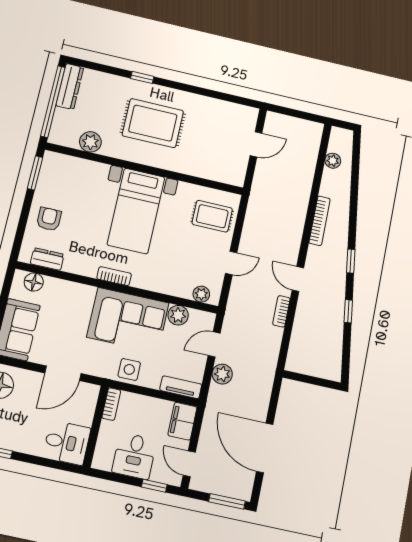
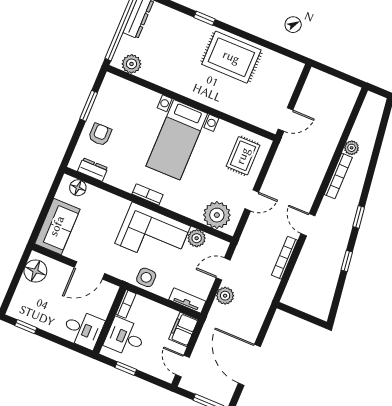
rug: (153, 123) -> (231, 57), moved
plant: (90, 142) -> (132, 64), moved
door: (256, 144) -> (286, 119), moved
plant: (333, 161) -> (352, 148), moved
window: (35, 173) -> (89, 106), moved
rug: (212, 216) -> (243, 156), turned 90
plant: (201, 294) -> (217, 215), width x1.88, depth x1.88
bookcase: (281, 311) -> (285, 258), width x1.56
desk: (134, 456) -> (125, 337), moved, turned 90
window: (154, 486) -> (126, 368), moved

